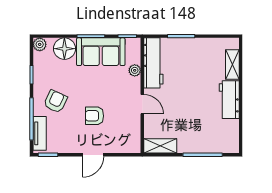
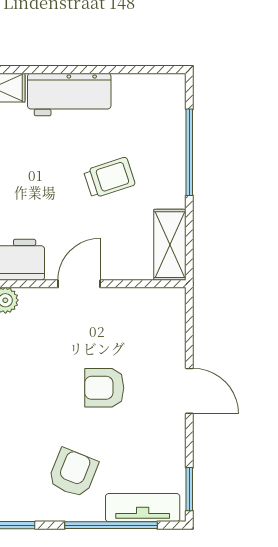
armchair: (55, 101) -> (73, 473), turned 87
armchair: (95, 116) -> (104, 388), turned 90
trolley: (191, 118) -> (109, 178), added

